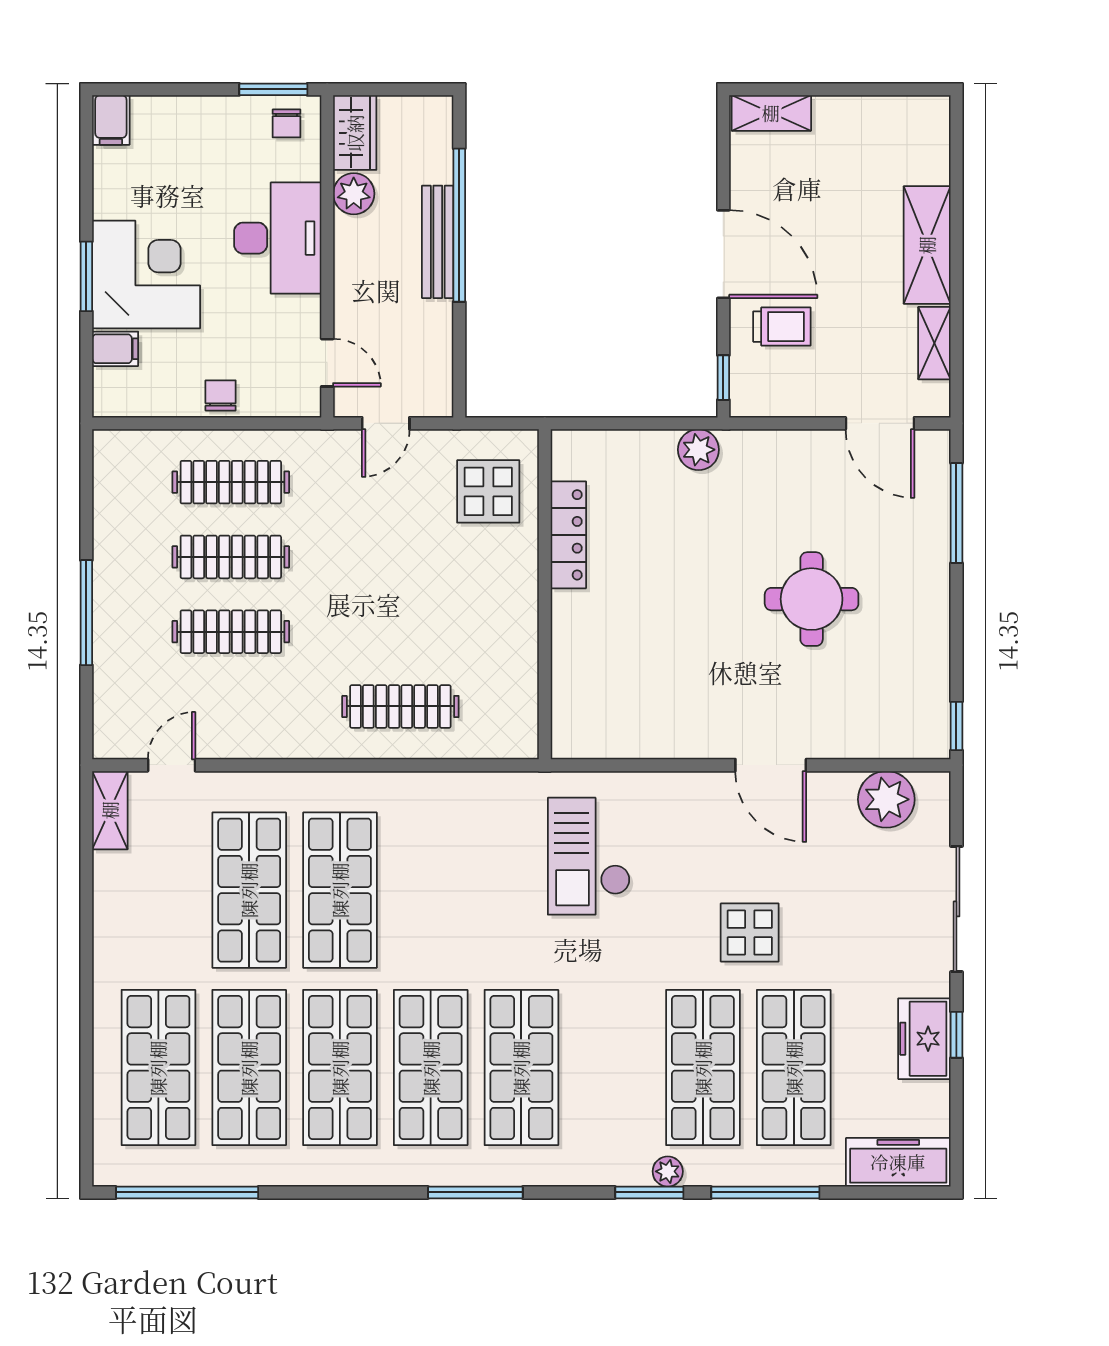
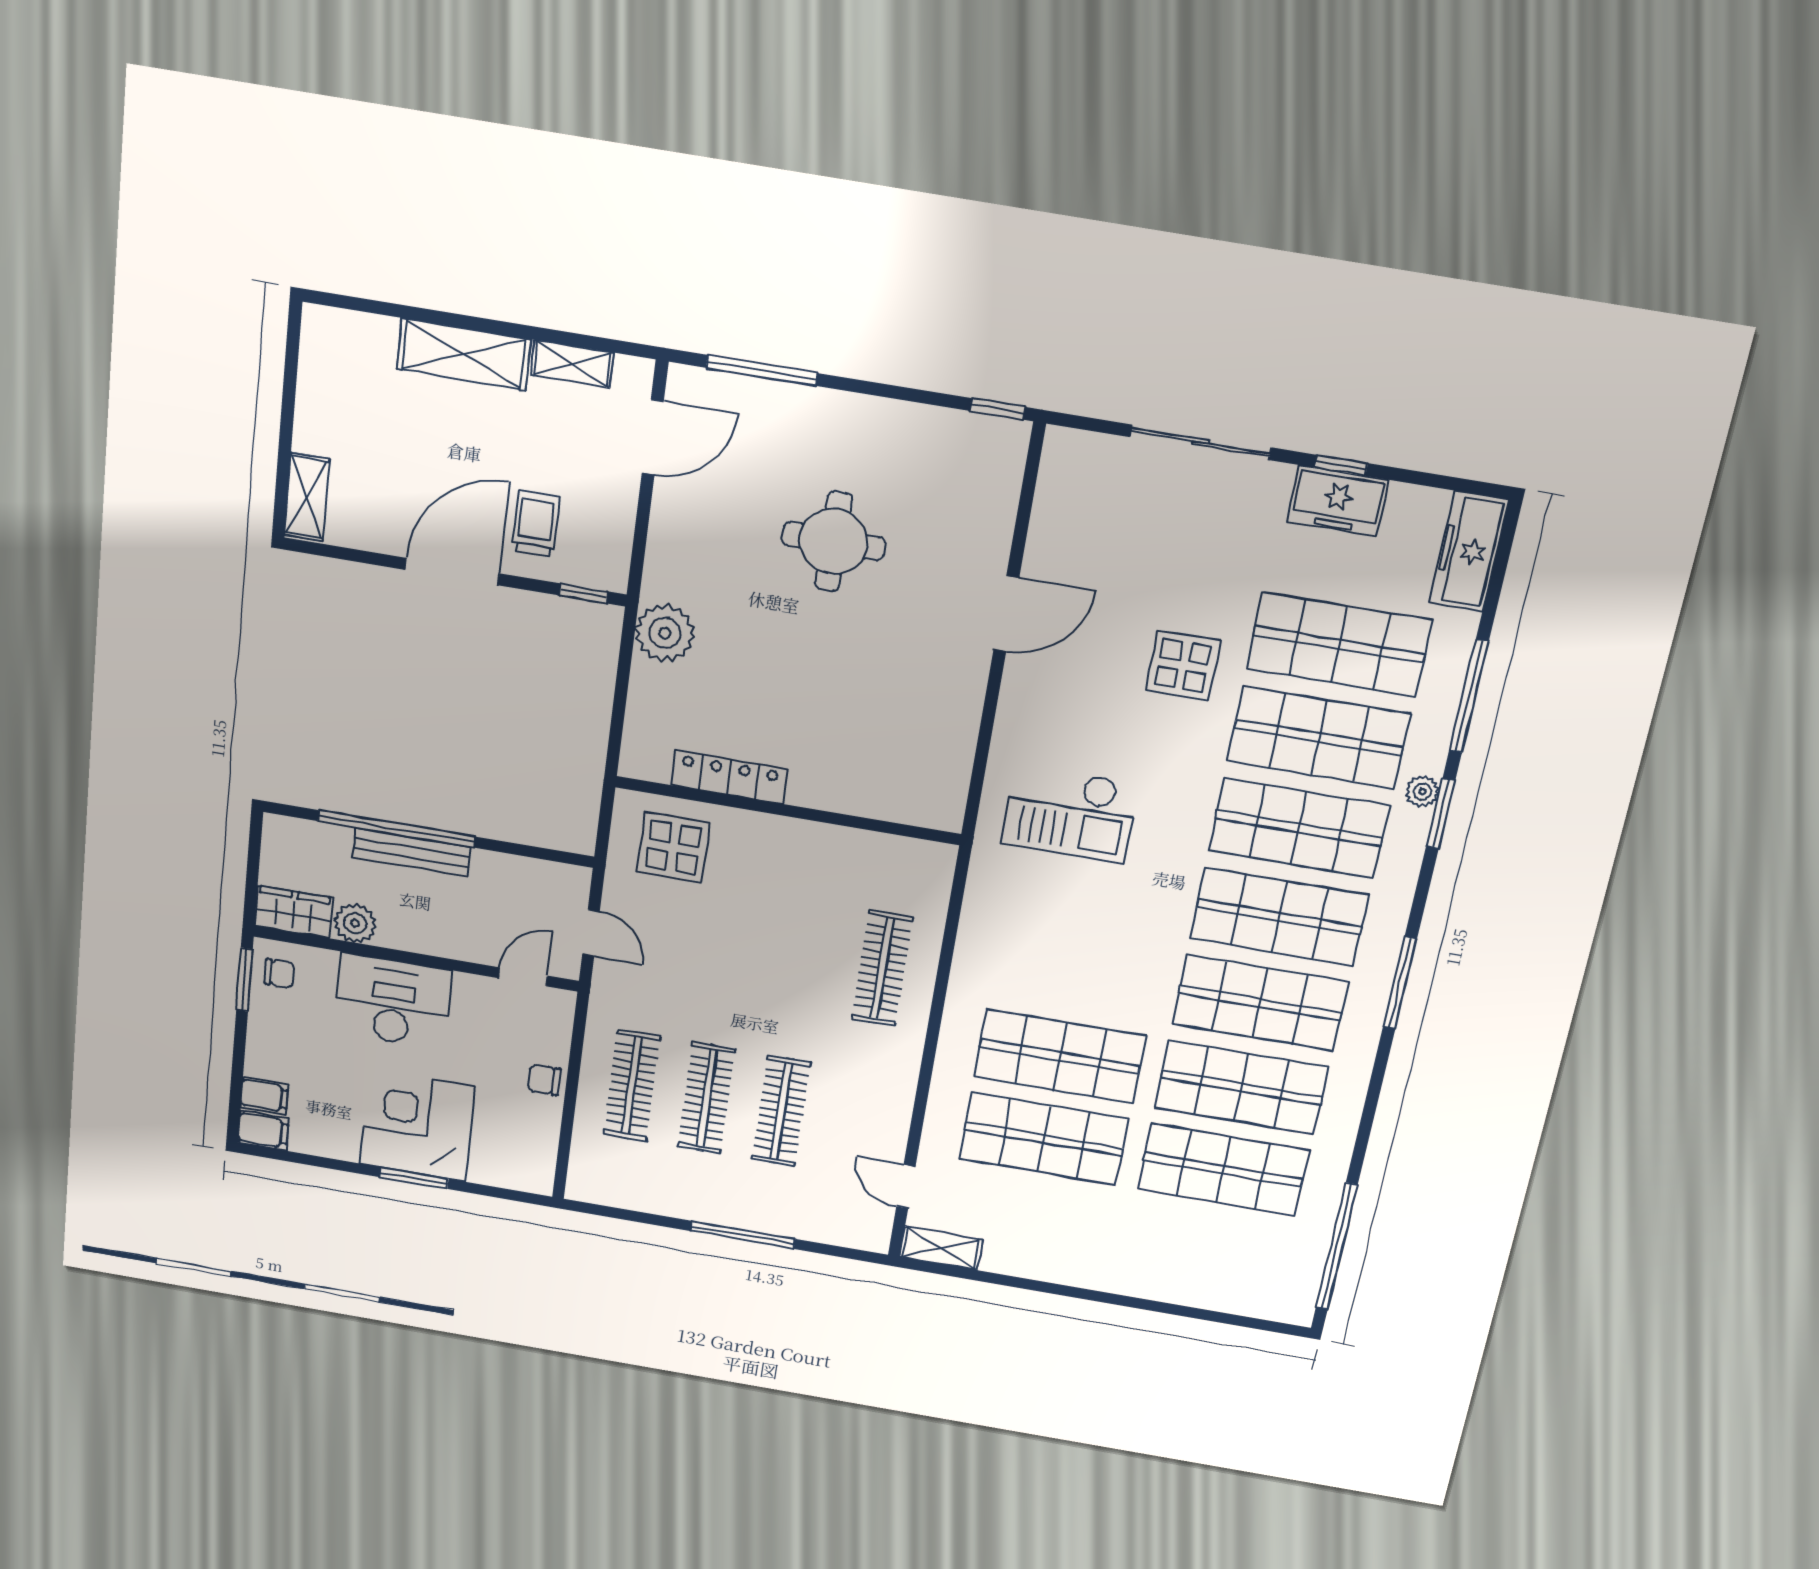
filing cabinet: (115, 349) -> (264, 1096), moved, turned 90
plant: (698, 450) -> (665, 633), width x1.36, depth x1.36
plant: (886, 799) -> (1065, 498), removed
shop shelf: (158, 1068) -> (1299, 828), moved

